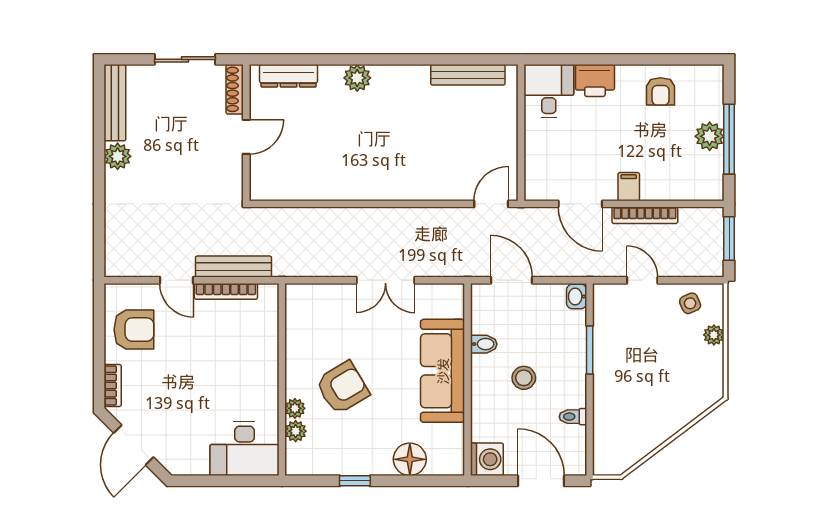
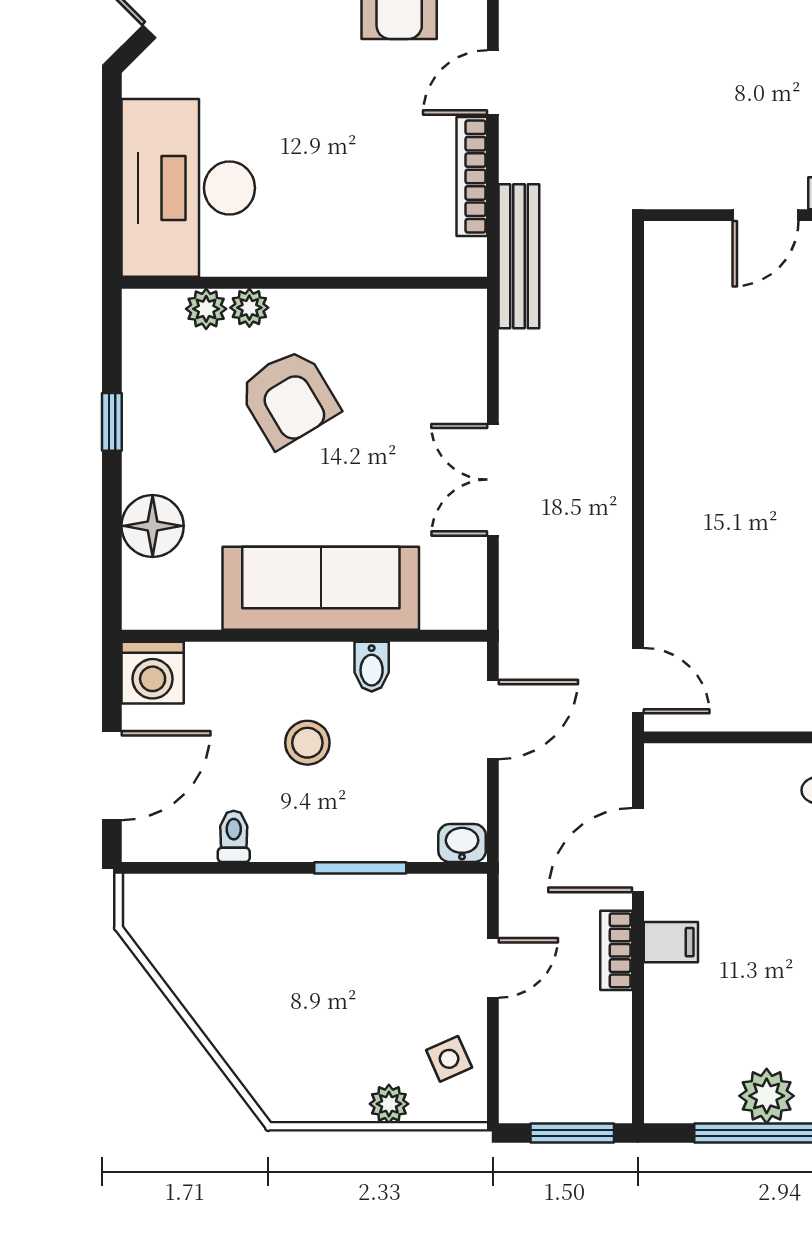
door: (246, 137) -> (765, 215), hinge flipped
bookcase: (645, 215) -> (616, 950), width x0.64
bench: (234, 267) -> (519, 256), moved
desk: (244, 449) -> (188, 188), width x1.36, depth x1.30

